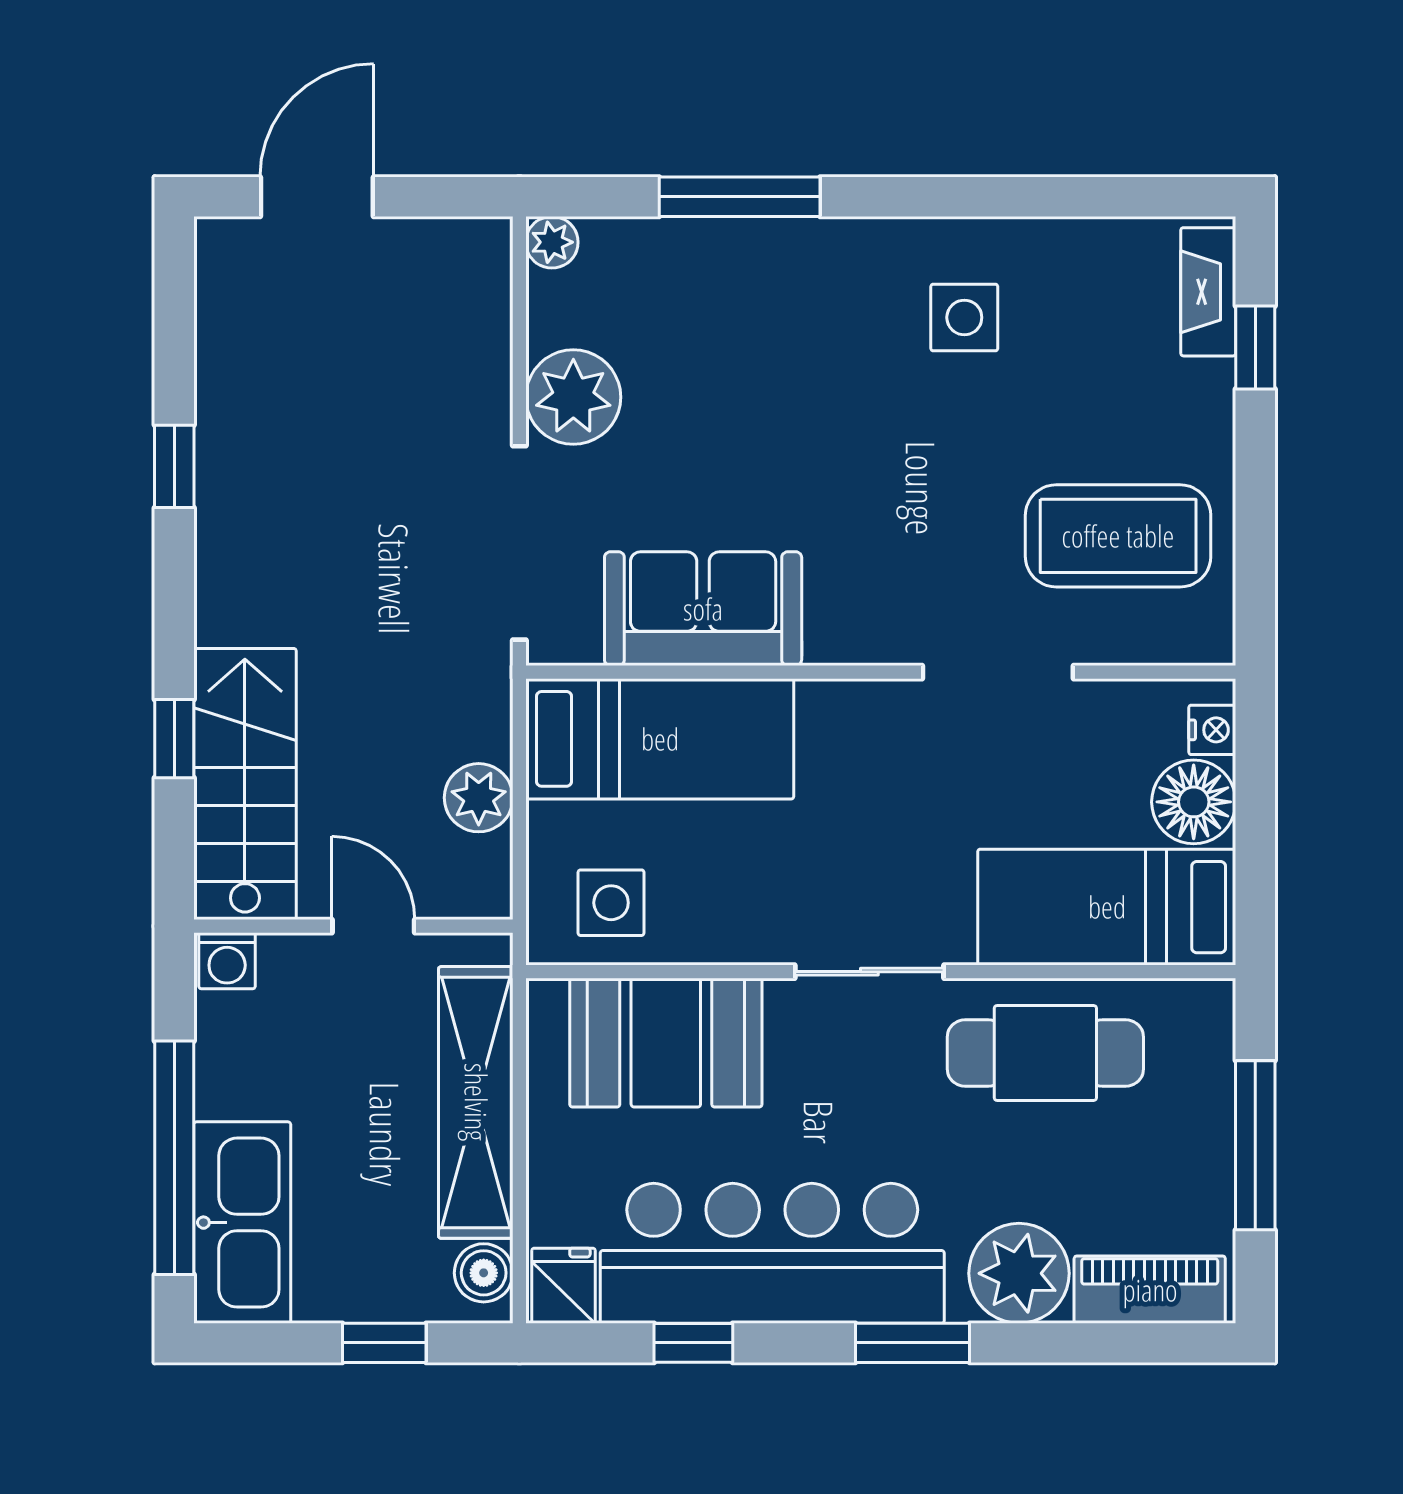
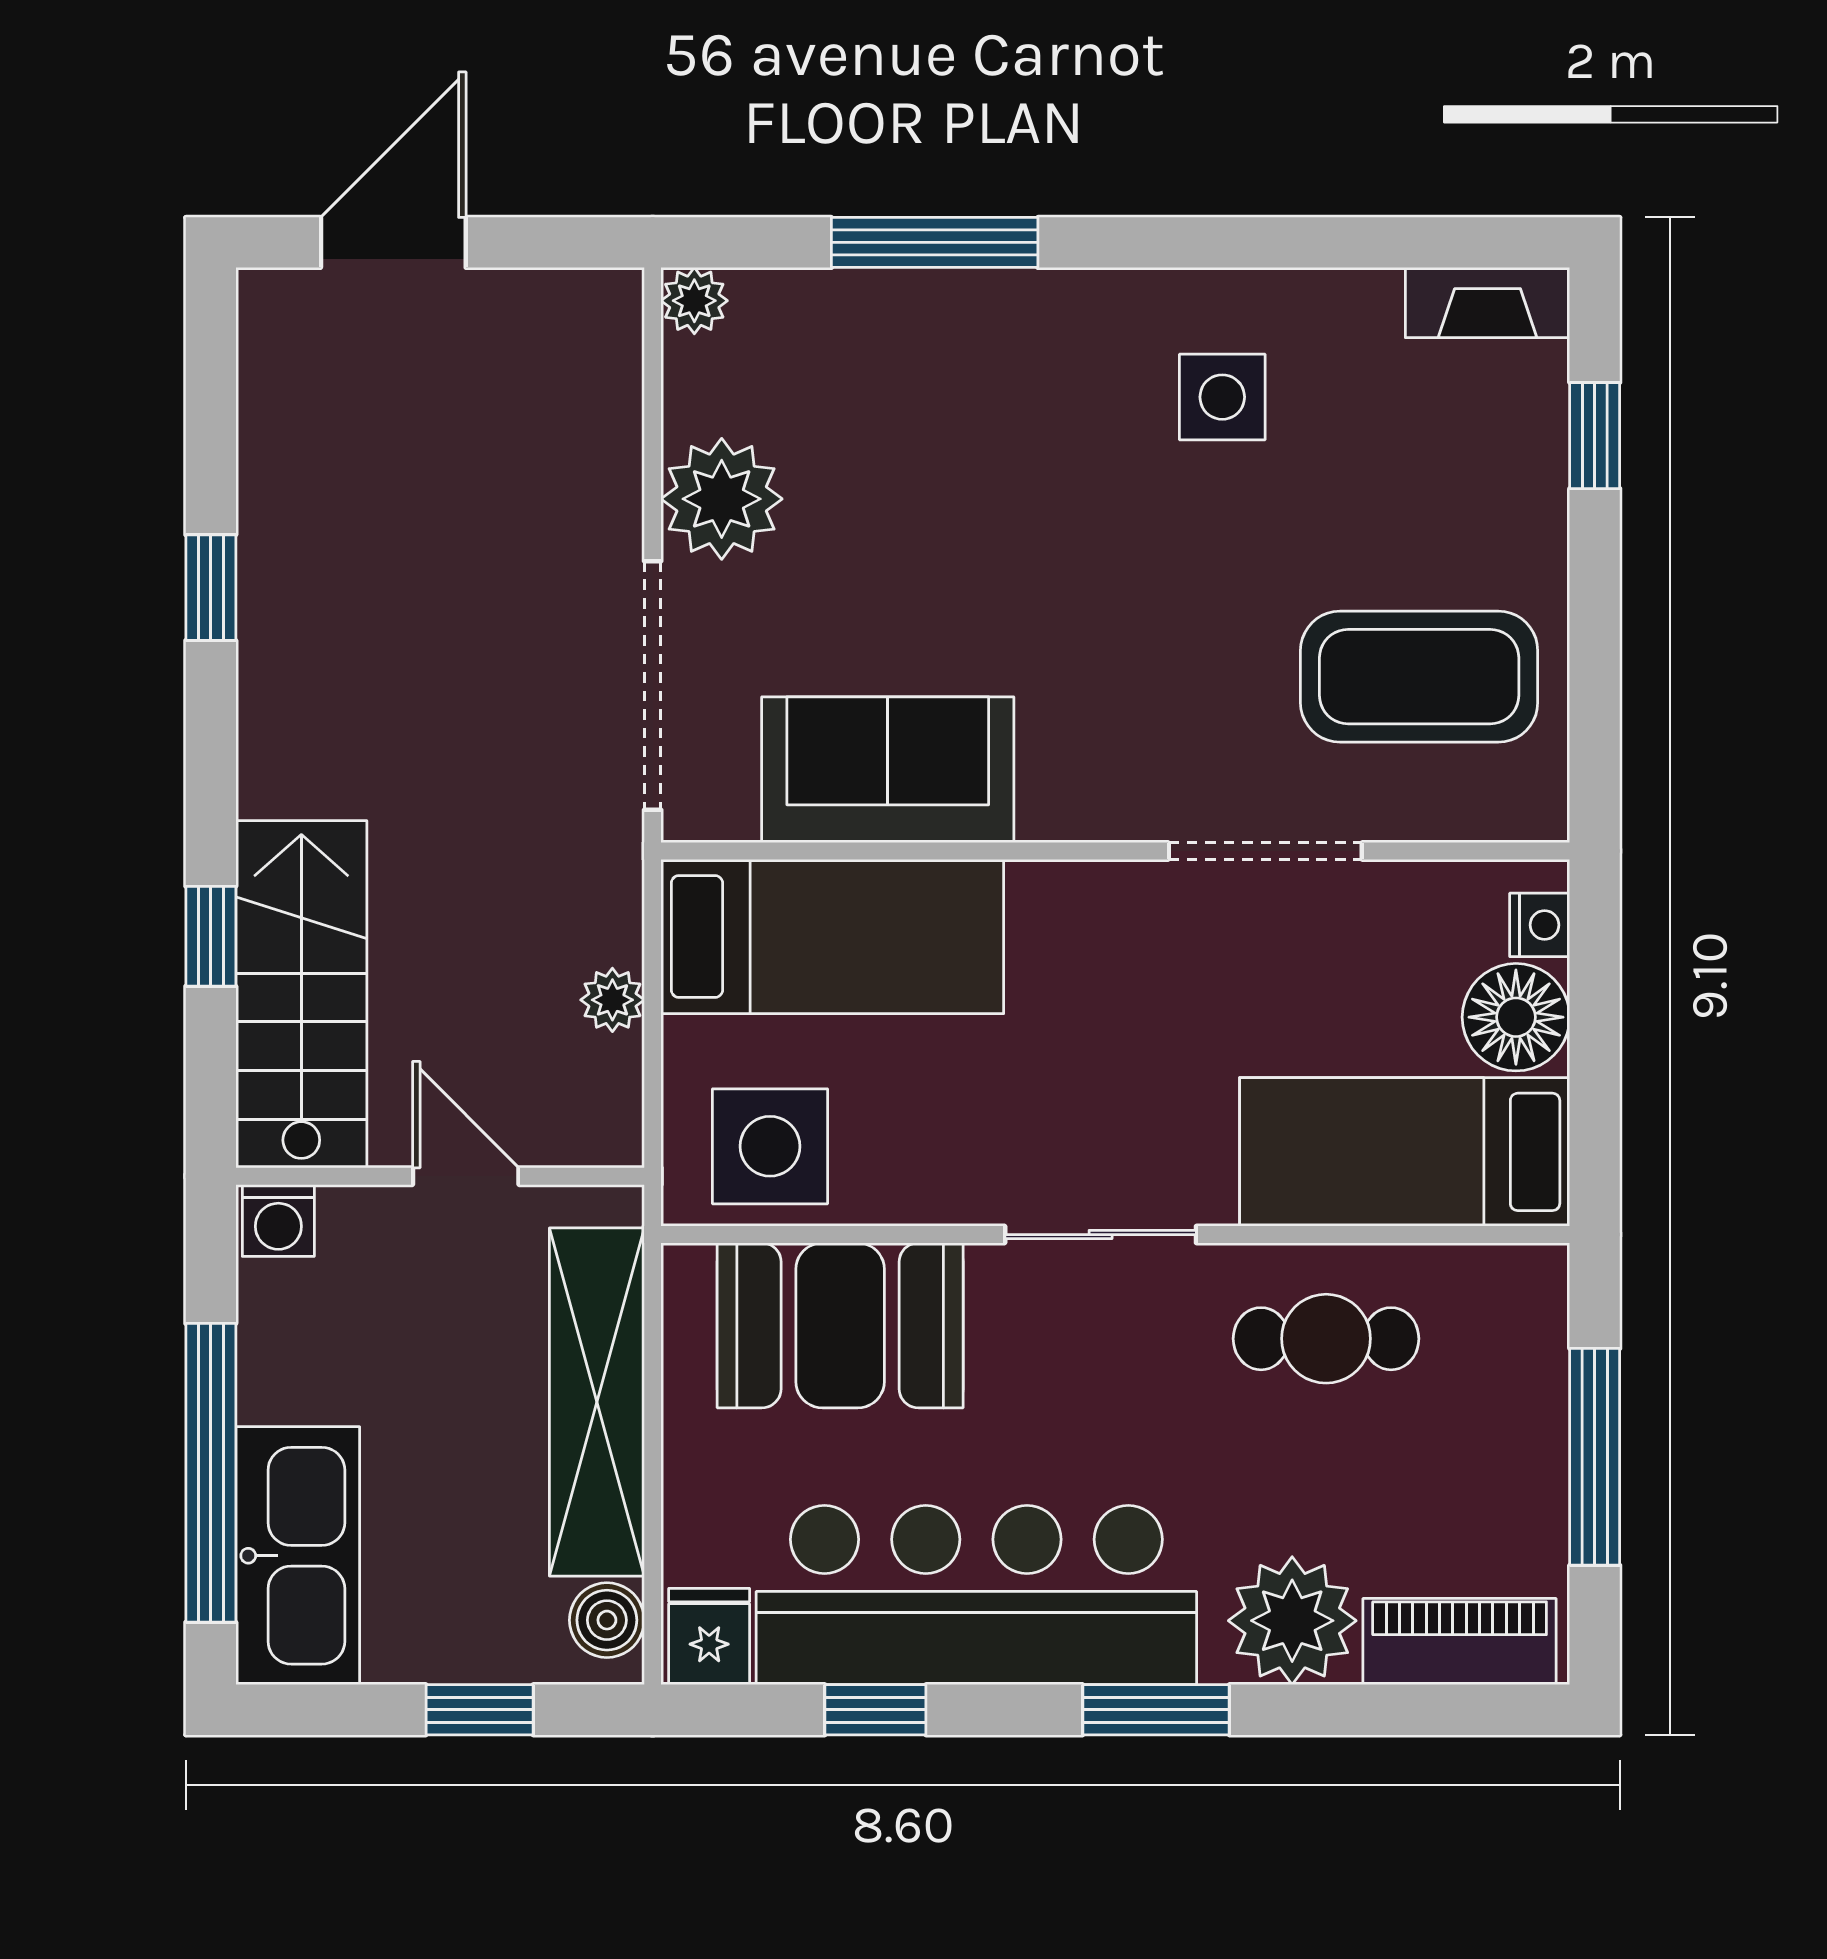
fireplace: (1208, 292) -> (1488, 303), moved, turned -90
plant: (479, 798) -> (612, 1000), width x0.73, depth x0.73
side table: (611, 903) -> (770, 1146), width x1.37, depth x1.37
cafe table: (1045, 1053) -> (1326, 1339), width x0.73, depth x0.74

